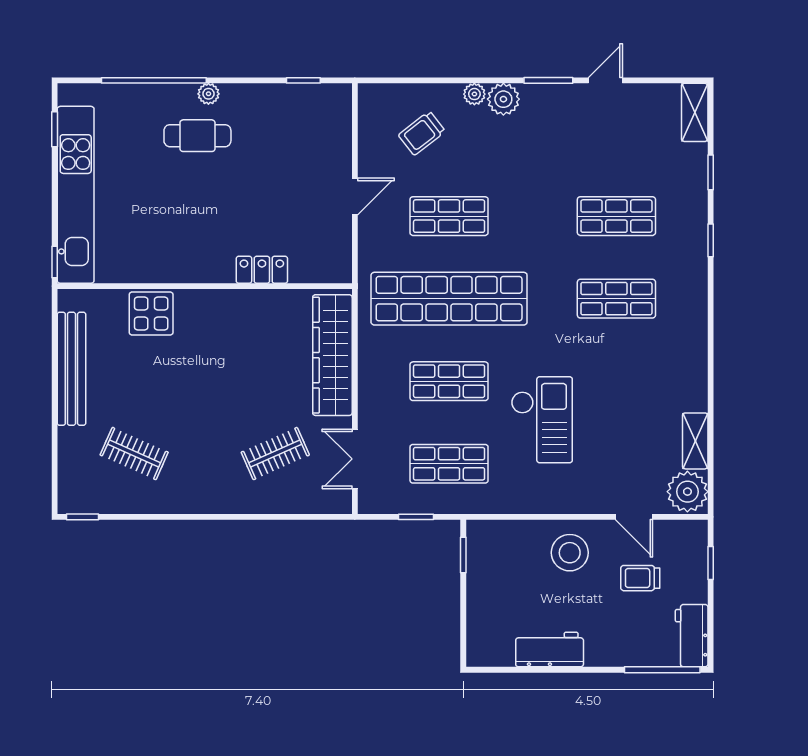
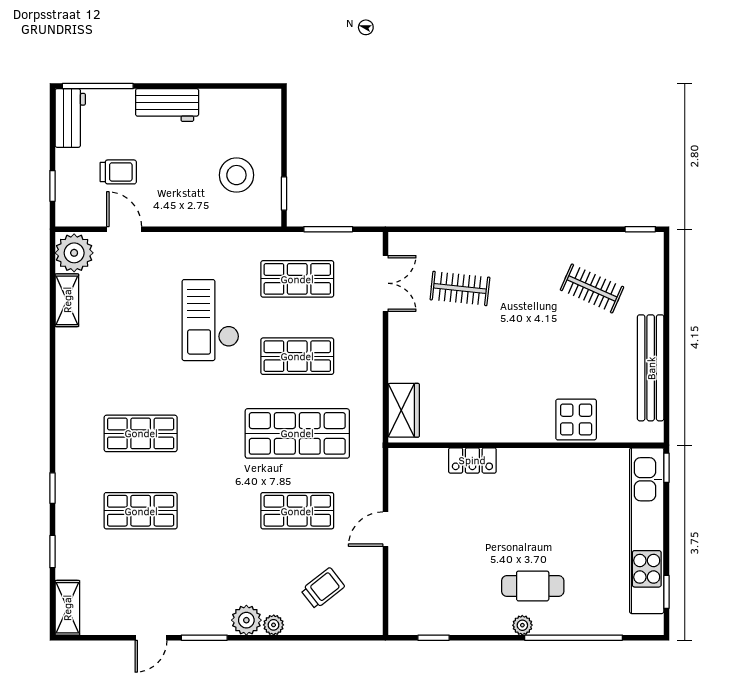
shop shelf: (449, 299) -> (297, 433), width x0.71
wardrobe: (332, 355) -> (404, 410), width x0.48, depth x0.85
clothes rail: (275, 454) -> (460, 288), turned 30
window: (416, 517) -> (328, 229), width x1.50
stool: (570, 553) -> (236, 175), moved
workbench: (550, 650) -> (167, 105), moved

